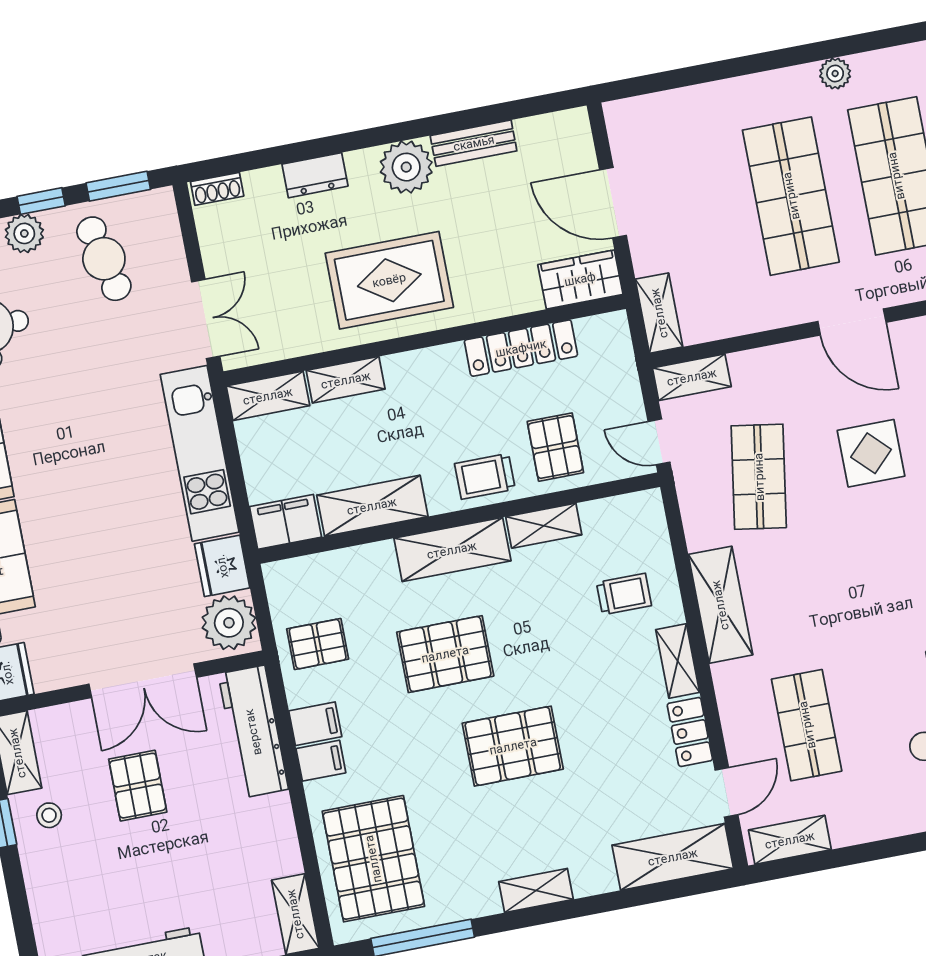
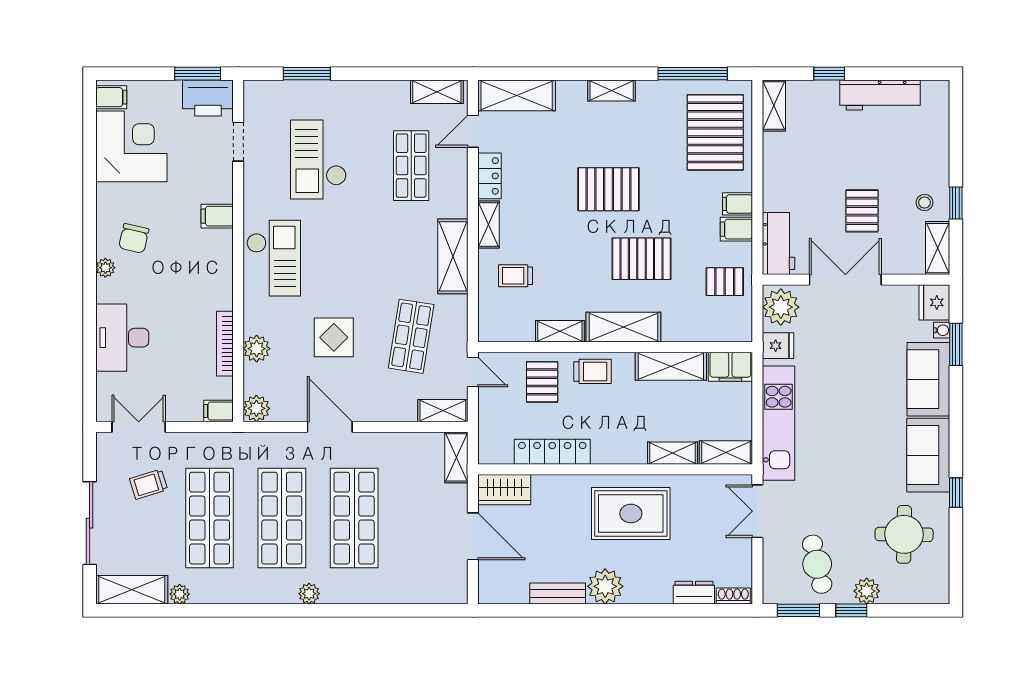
dresser: (315, 175) -> (694, 593), moved
fridge: (222, 566) -> (778, 346), width x0.72
workbench: (253, 732) -> (778, 244), width x0.73

